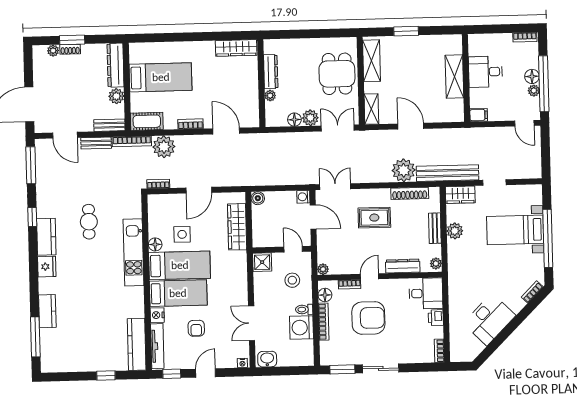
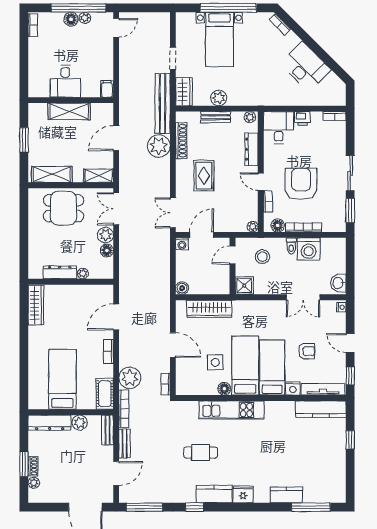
desk: (485, 72) -> (65, 81), moved
shelving: (454, 77) -> (69, 111), moved
wall: (466, 78) -> (71, 100), moved
filing cabinet: (479, 115) -> (107, 89), moved

